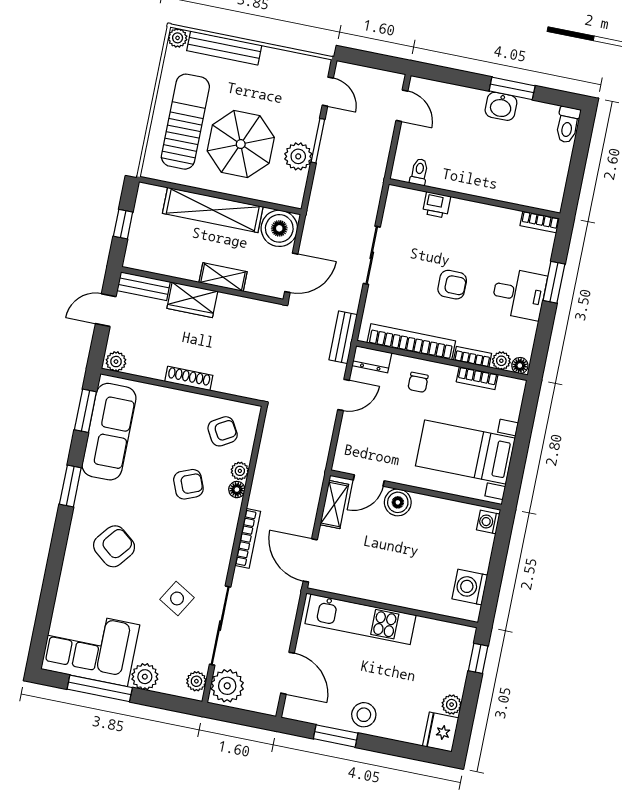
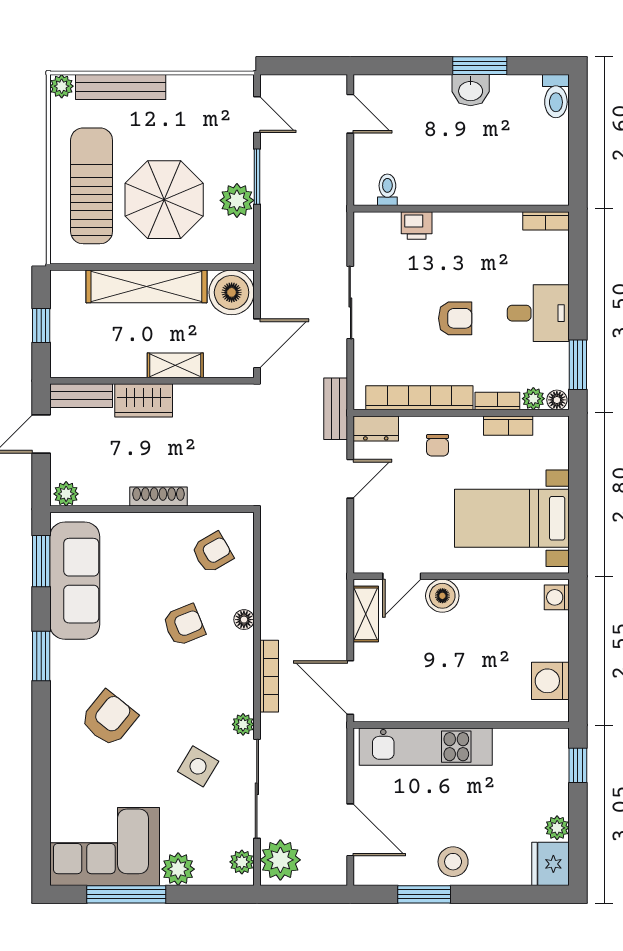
window: (554, 282) -> (578, 365), moved
plant: (240, 471) -> (243, 724), moved

